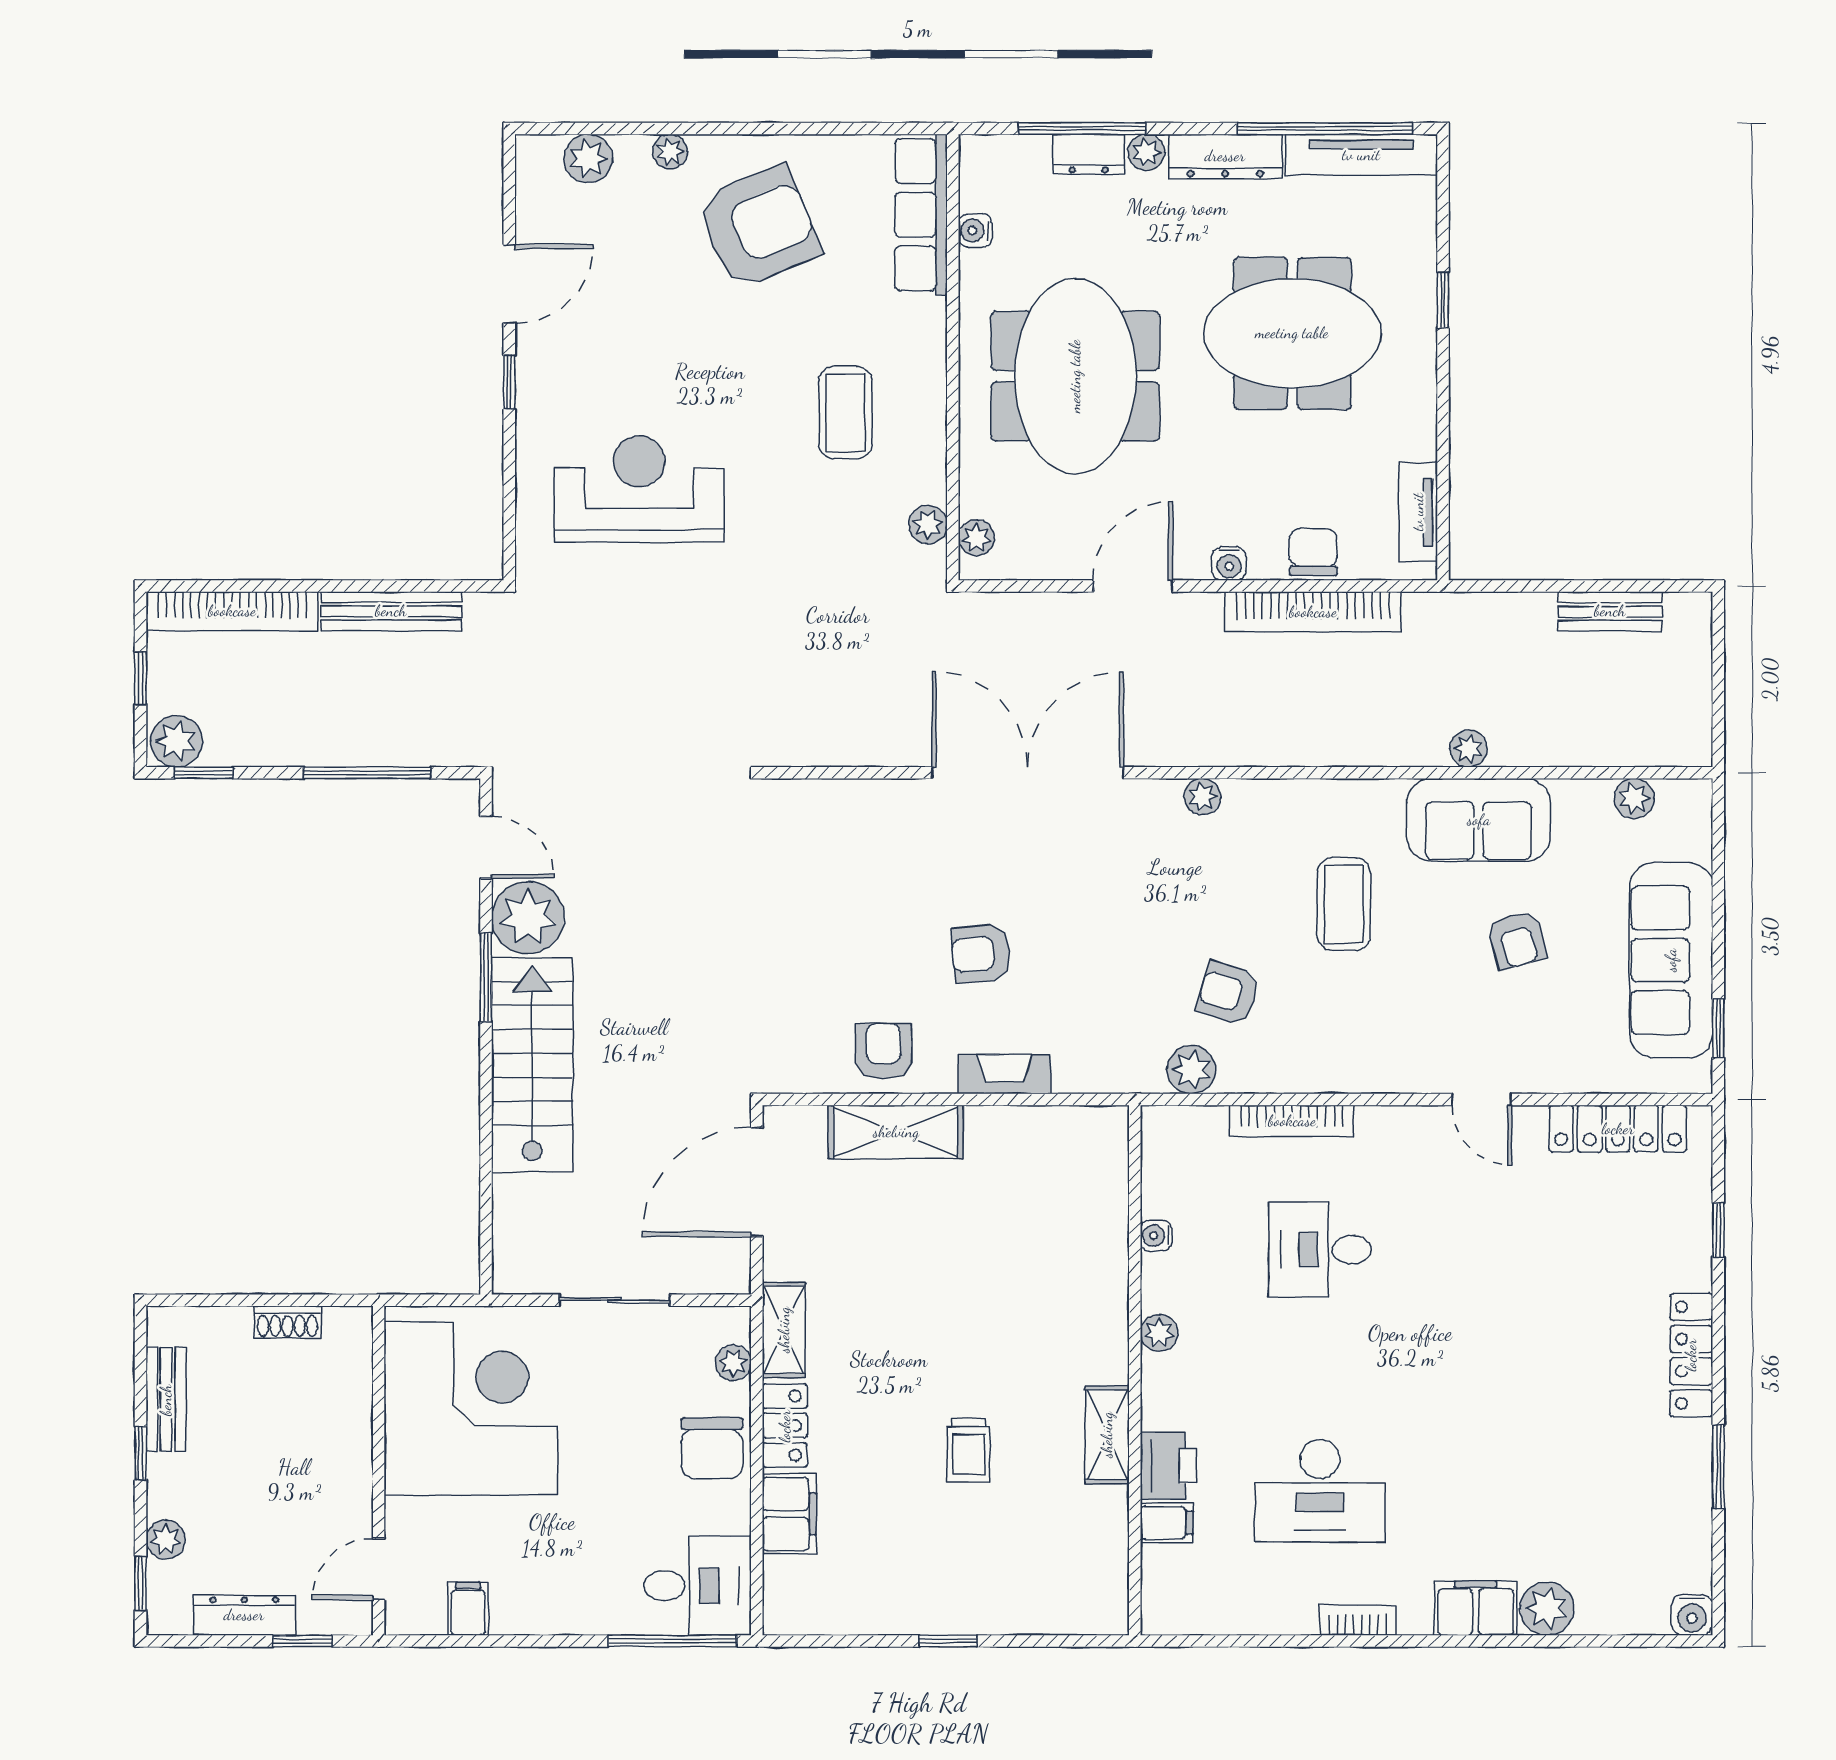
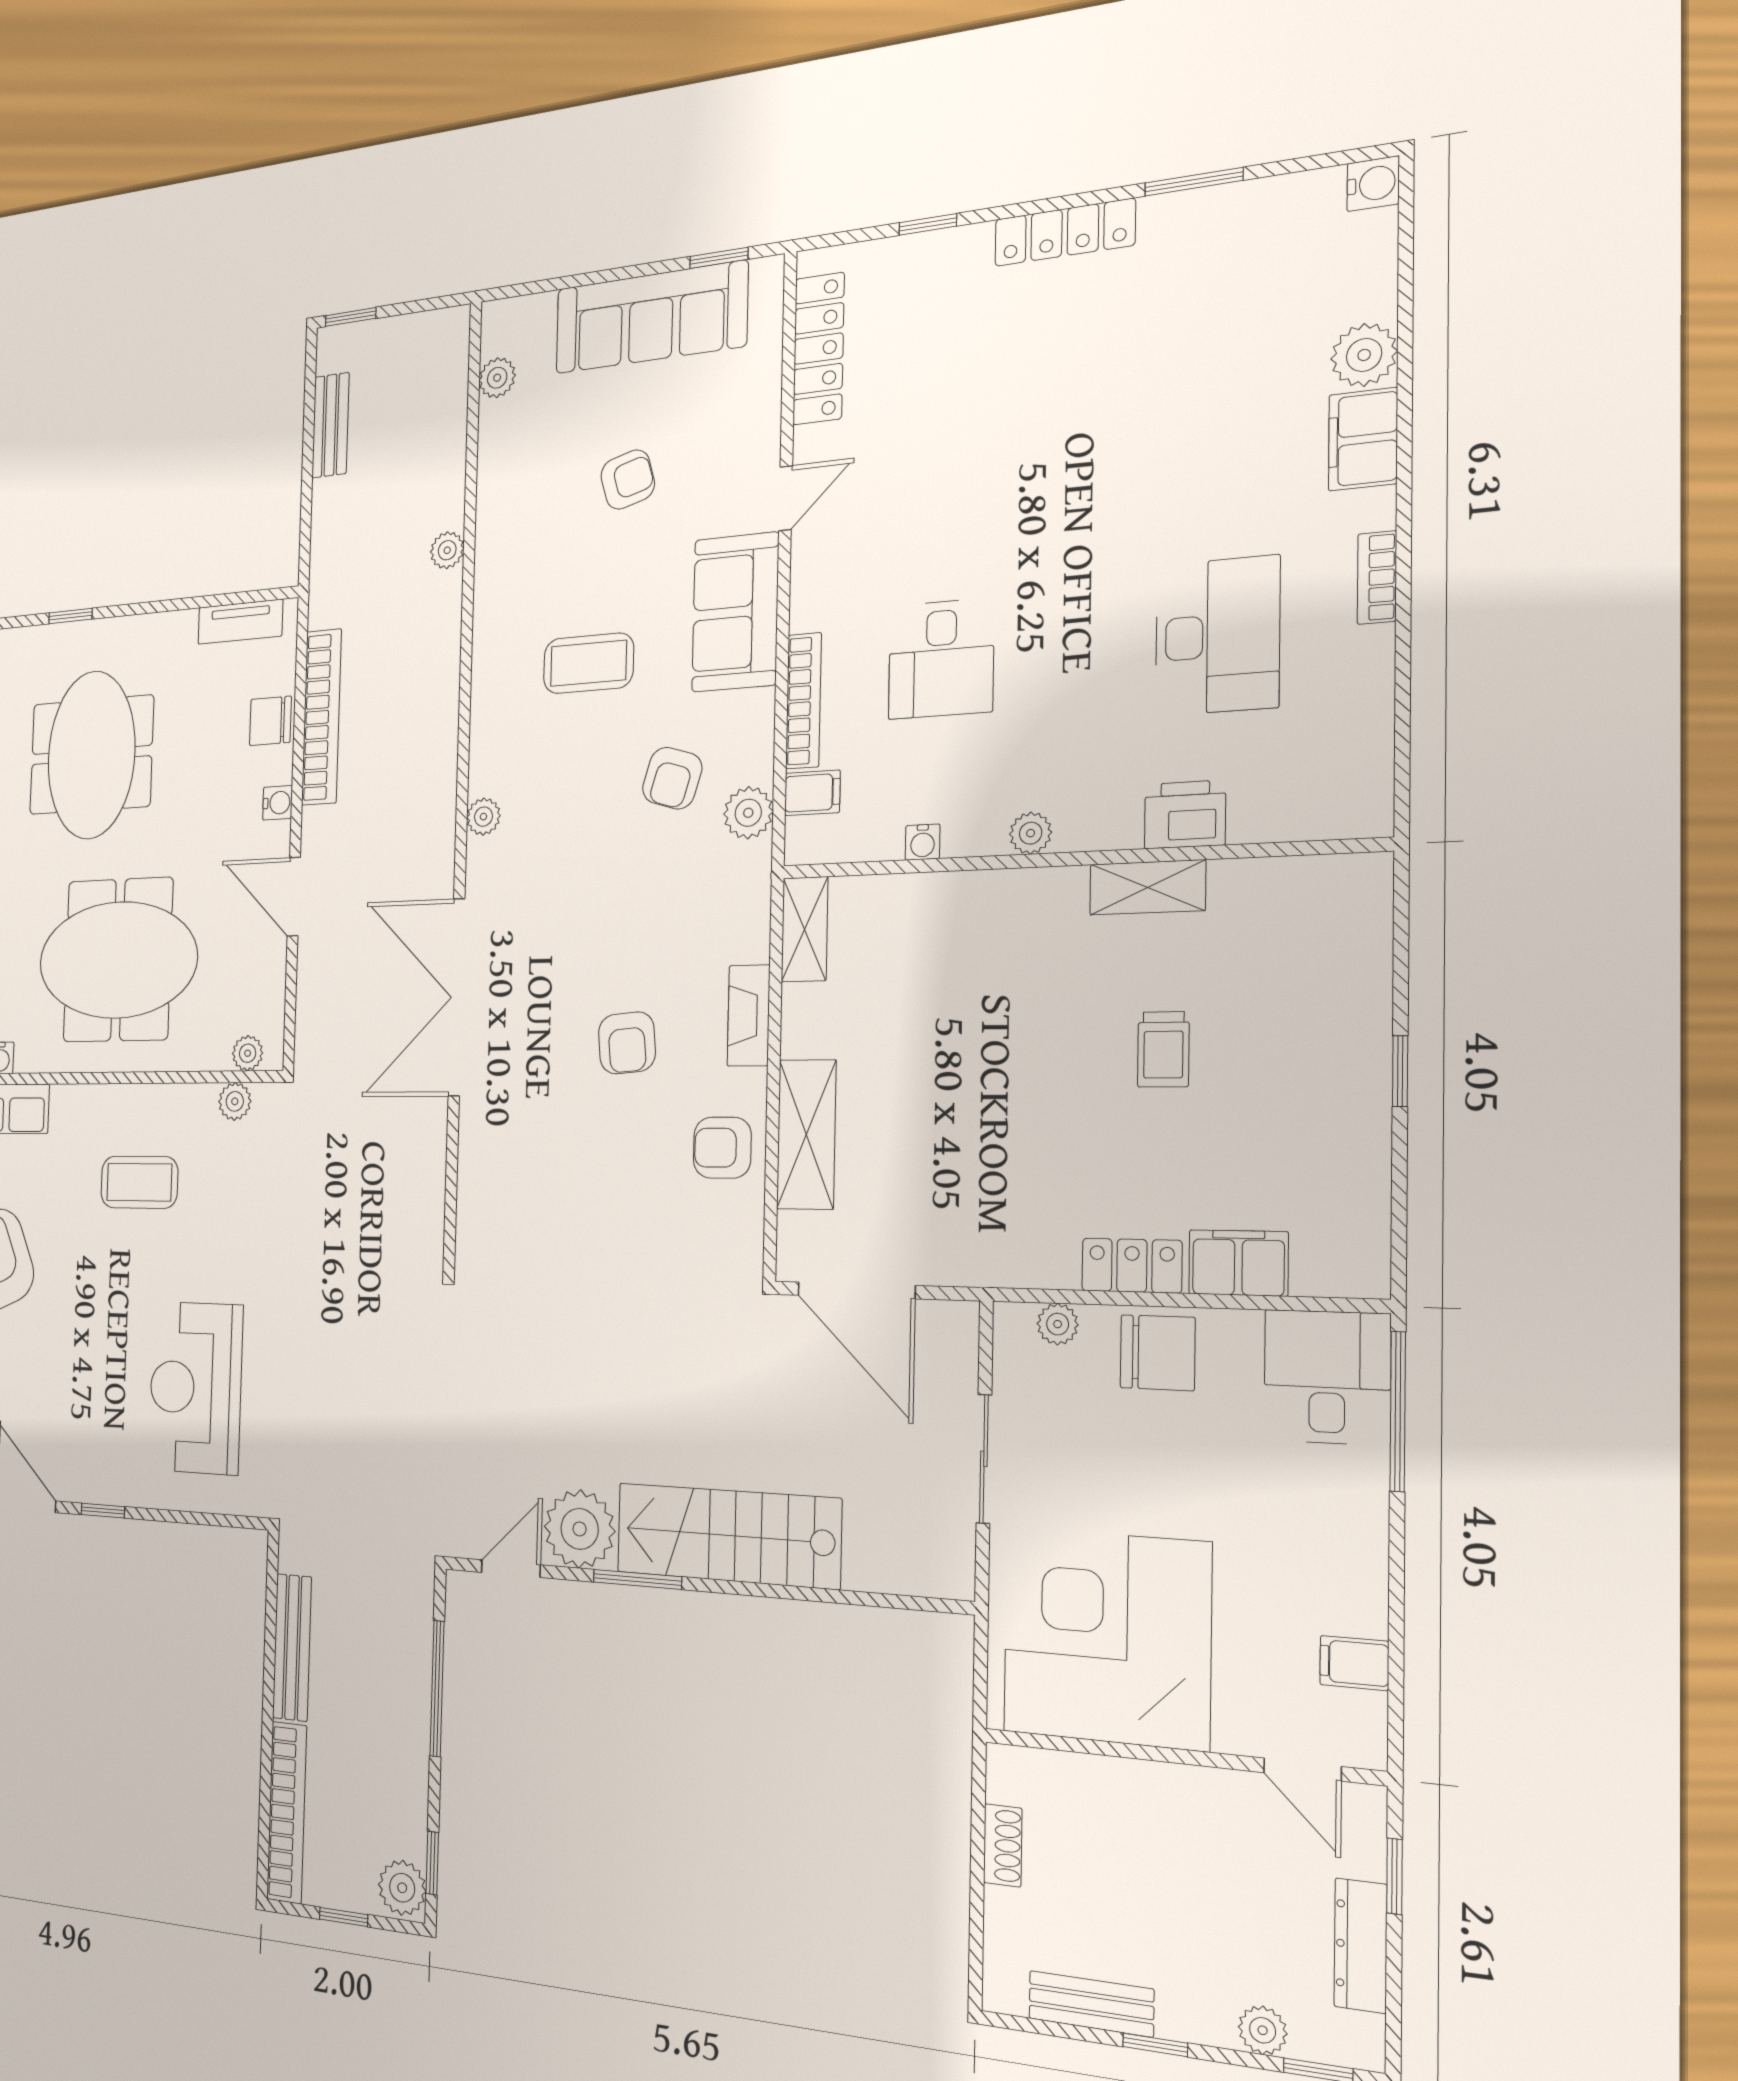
window: (1718, 631) -> (351, 317), added
sofa: (1479, 820) -> (735, 612), moved, turned 180
shelving: (784, 1330) -> (805, 929), moved, turned 90
trolley: (968, 1450) -> (1163, 1049), turned 90
filing cabinet: (1167, 1523) -> (812, 793), moved, turned 90

